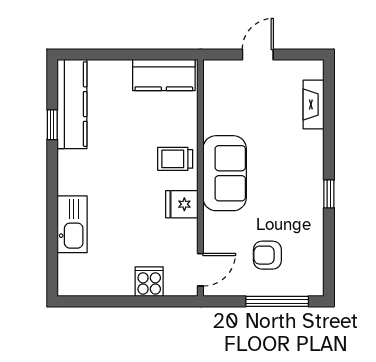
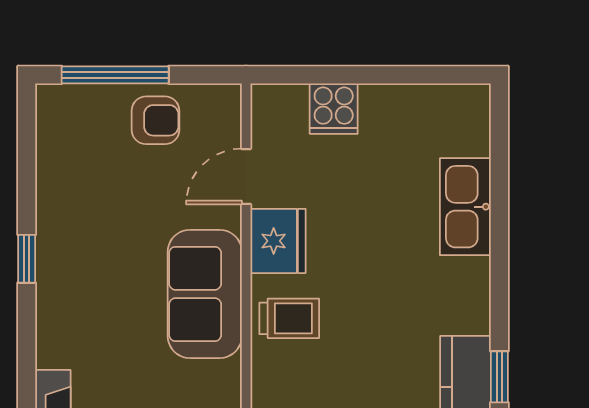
fridge: (182, 204) -> (278, 241), width x1.38
armchair: (267, 255) -> (156, 120), moved
door: (200, 270) -> (246, 176), moved

